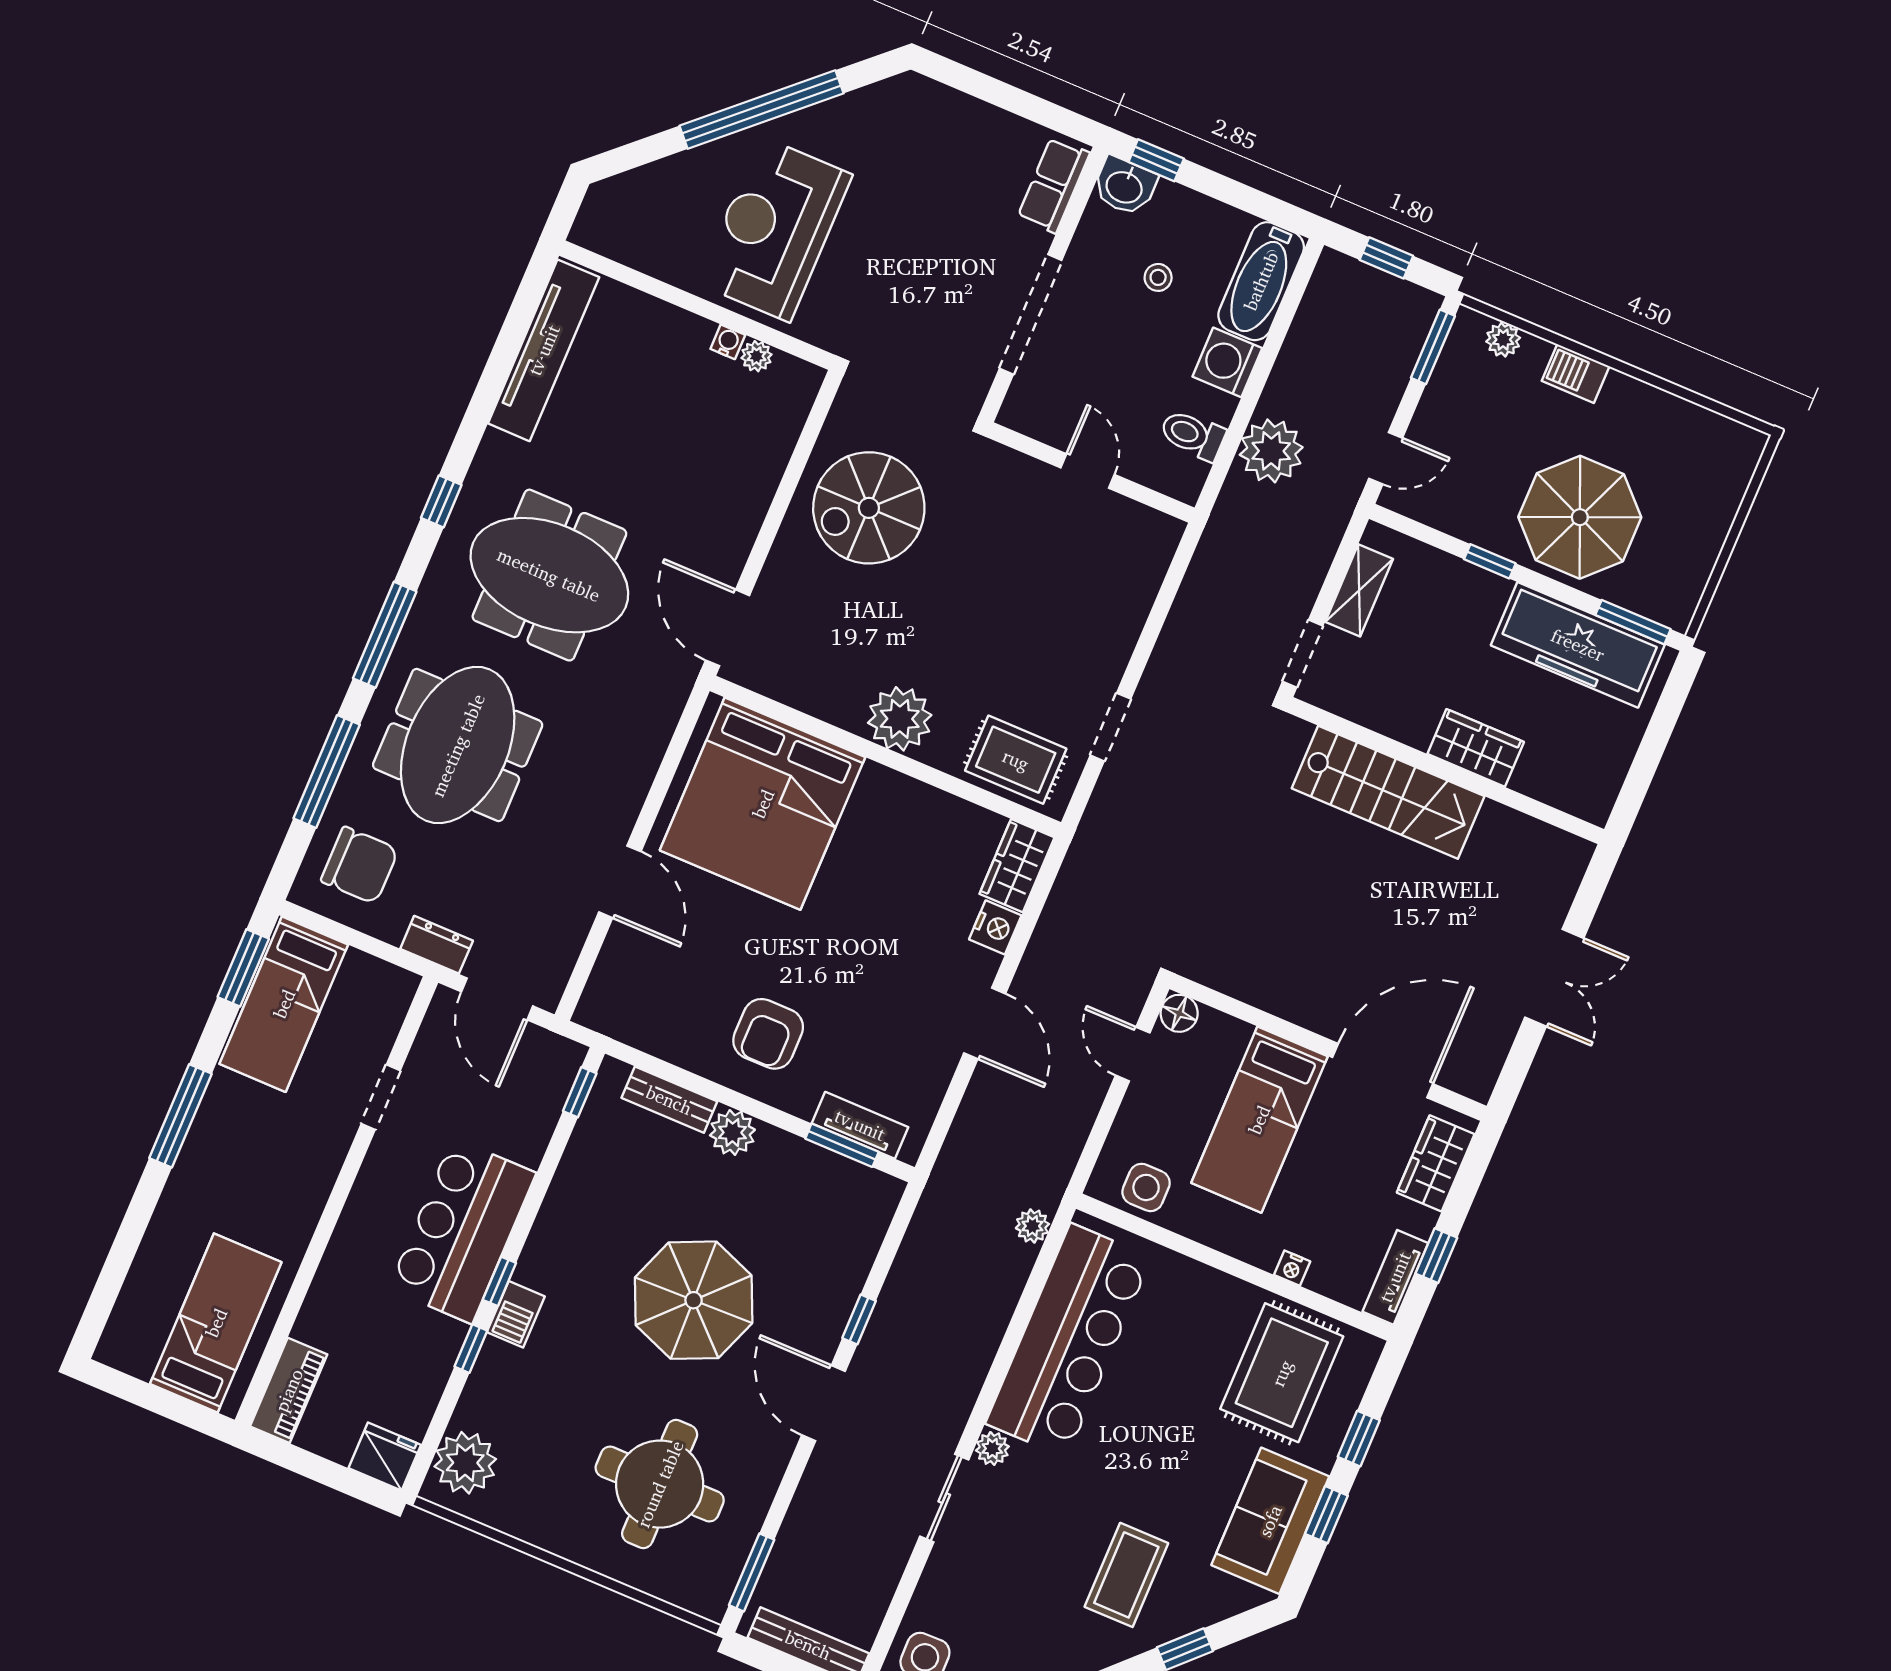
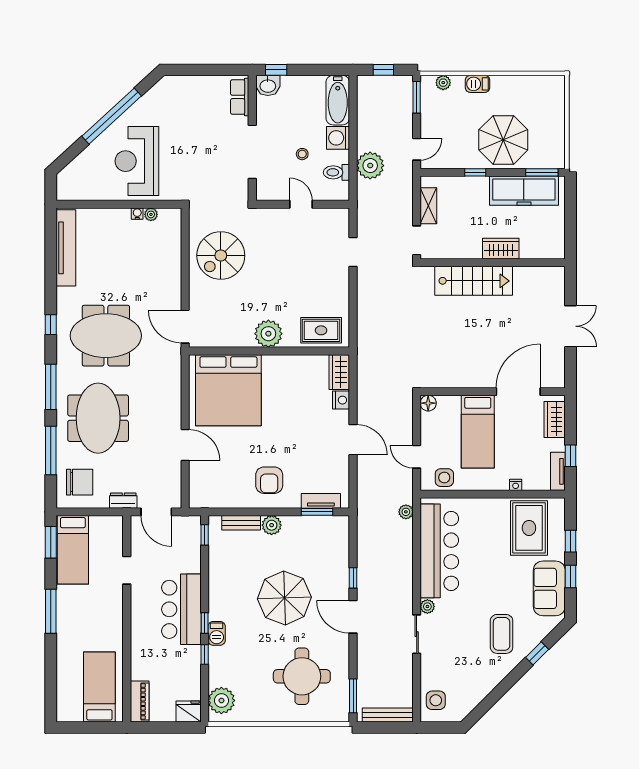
stool: (1158, 277) -> (302, 154), moved
doorway: (1110, 727) -> (353, 252), moved
door: (1133, 1054) -> (417, 457), moved

